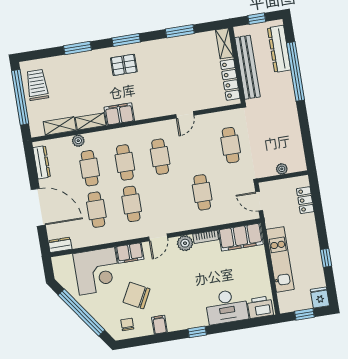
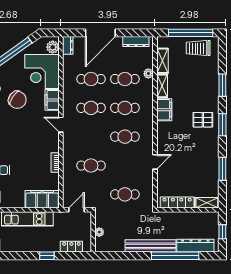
pallet: (124, 65) -> (203, 120), turned 90
bench: (247, 67) -> (151, 246), moved
trolley: (37, 85) -> (198, 48), turned 180
door: (185, 115) -> (155, 162), swing flipped
filing cabinet: (241, 237) -> (42, 199), moved, turned 90
plant: (185, 243) -> (53, 47), moved
window: (326, 258) -> (47, 256), moved
chair: (137, 296) -> (17, 100), turned 98

